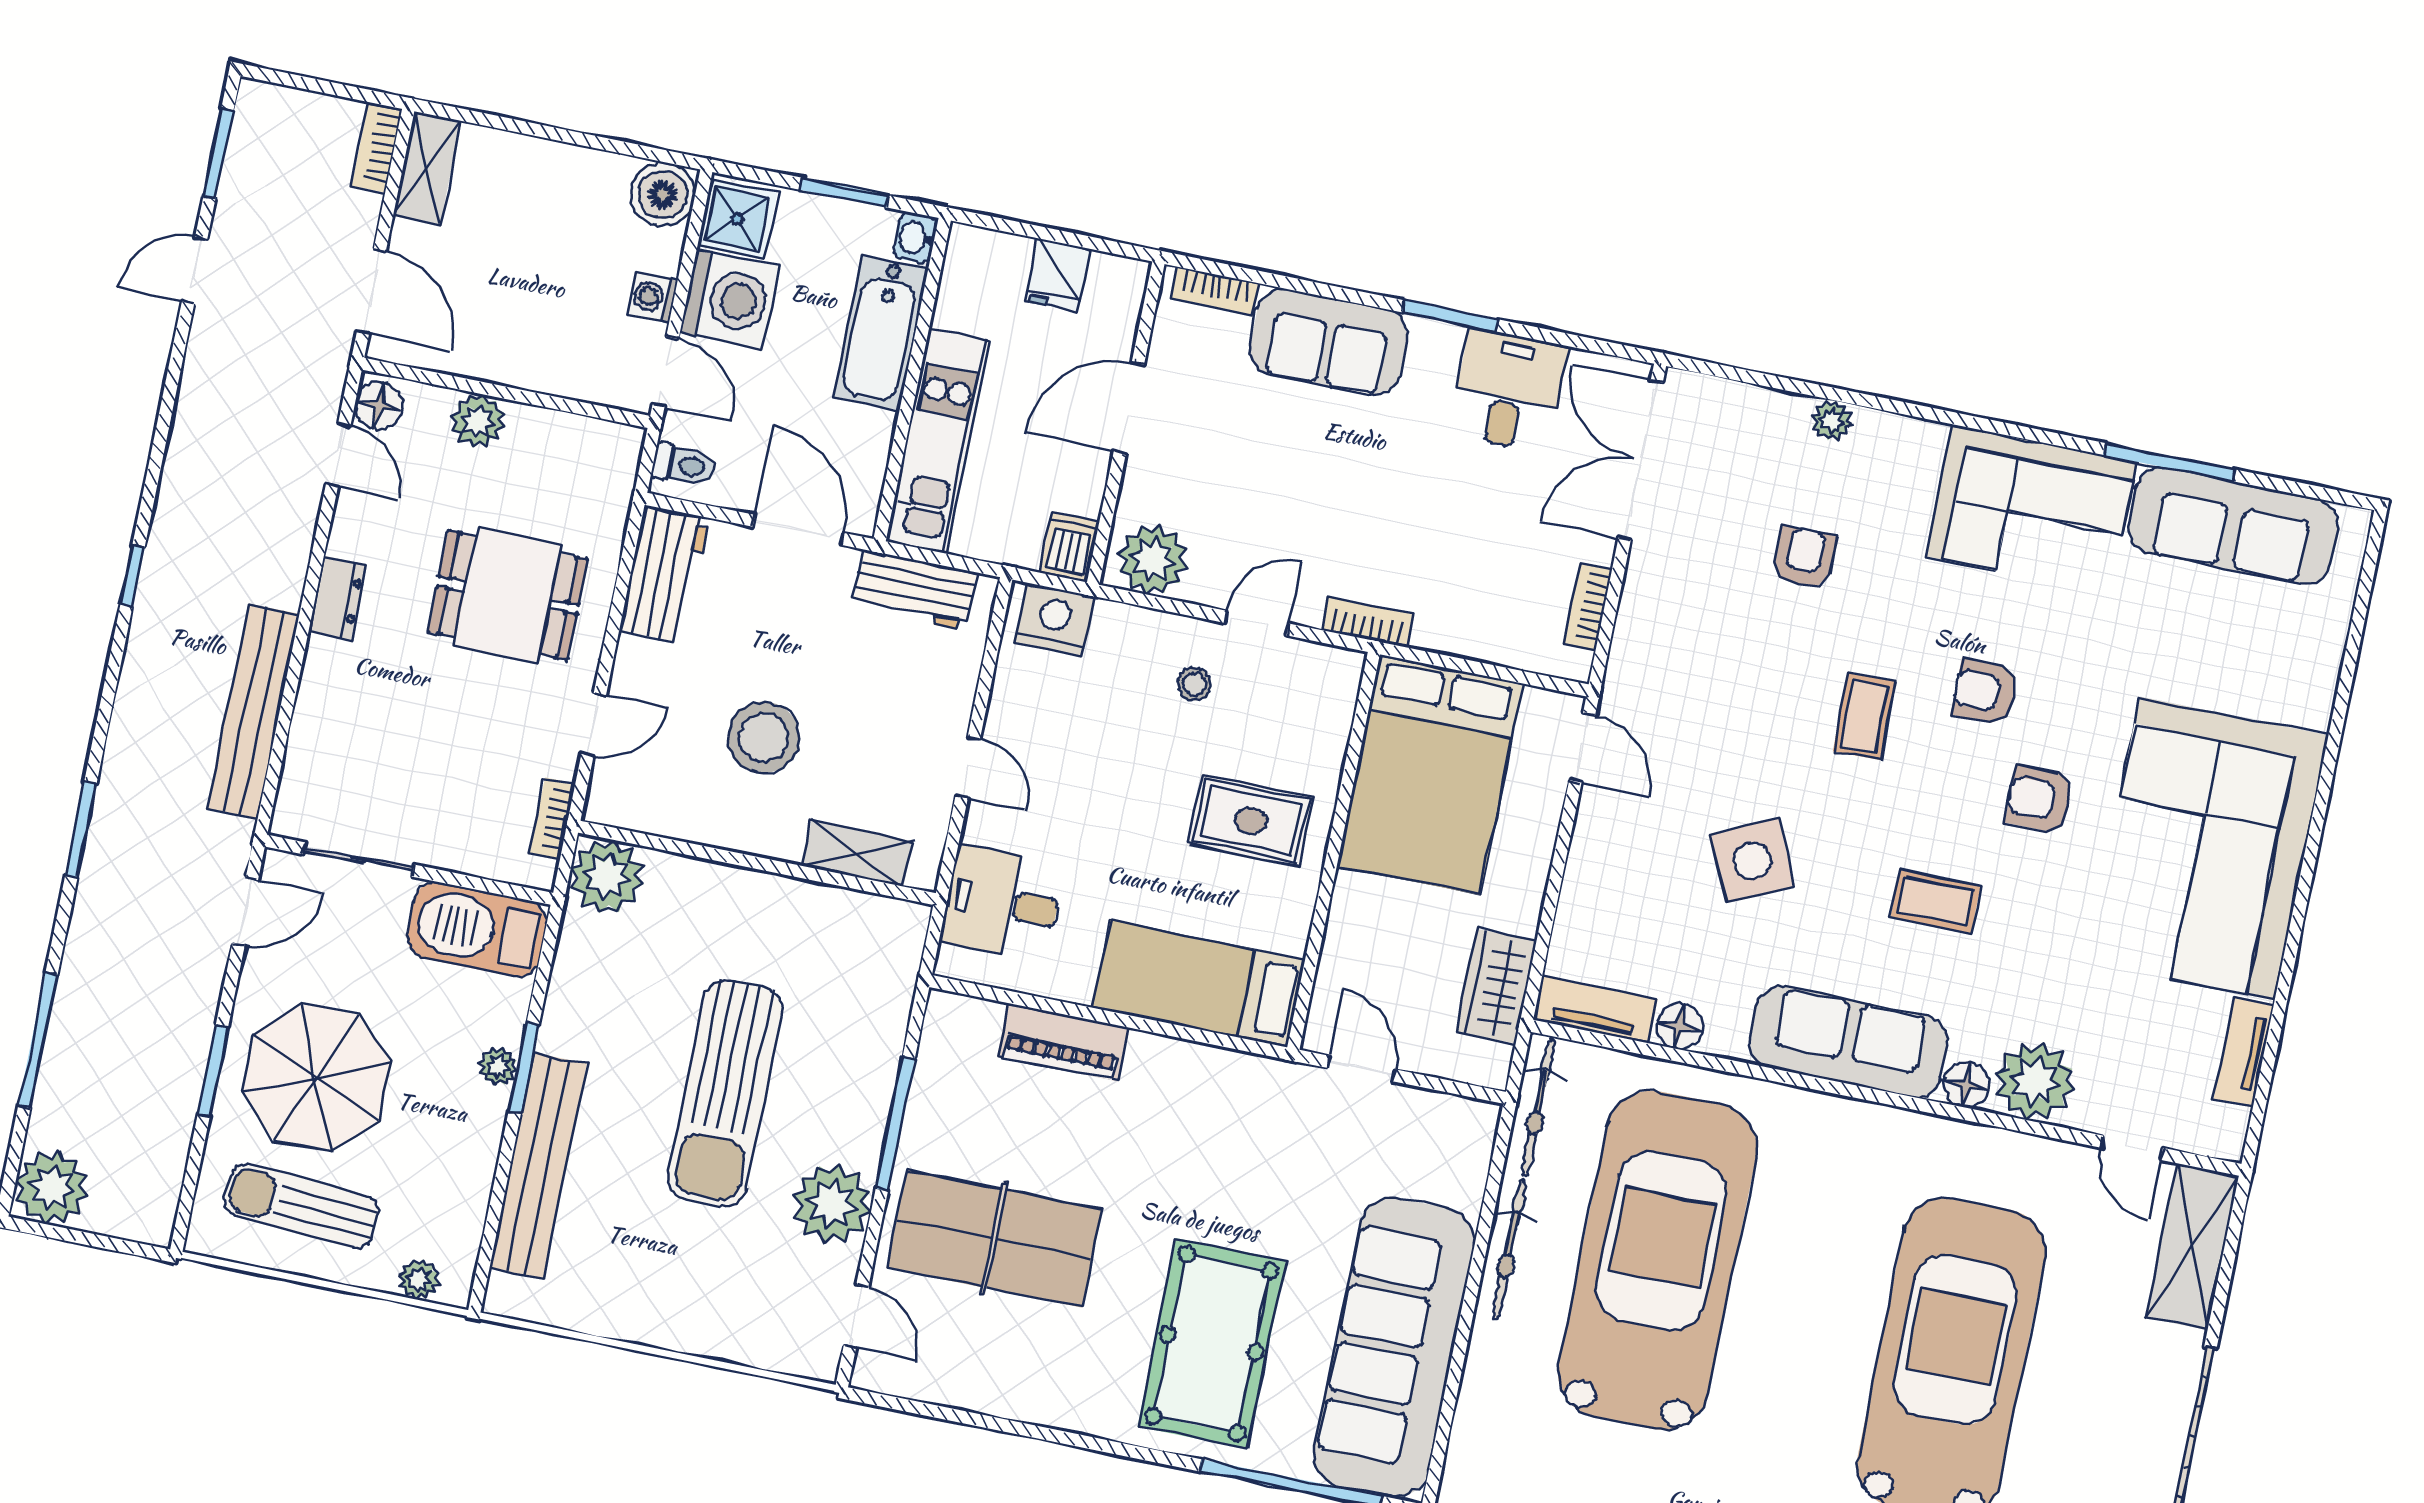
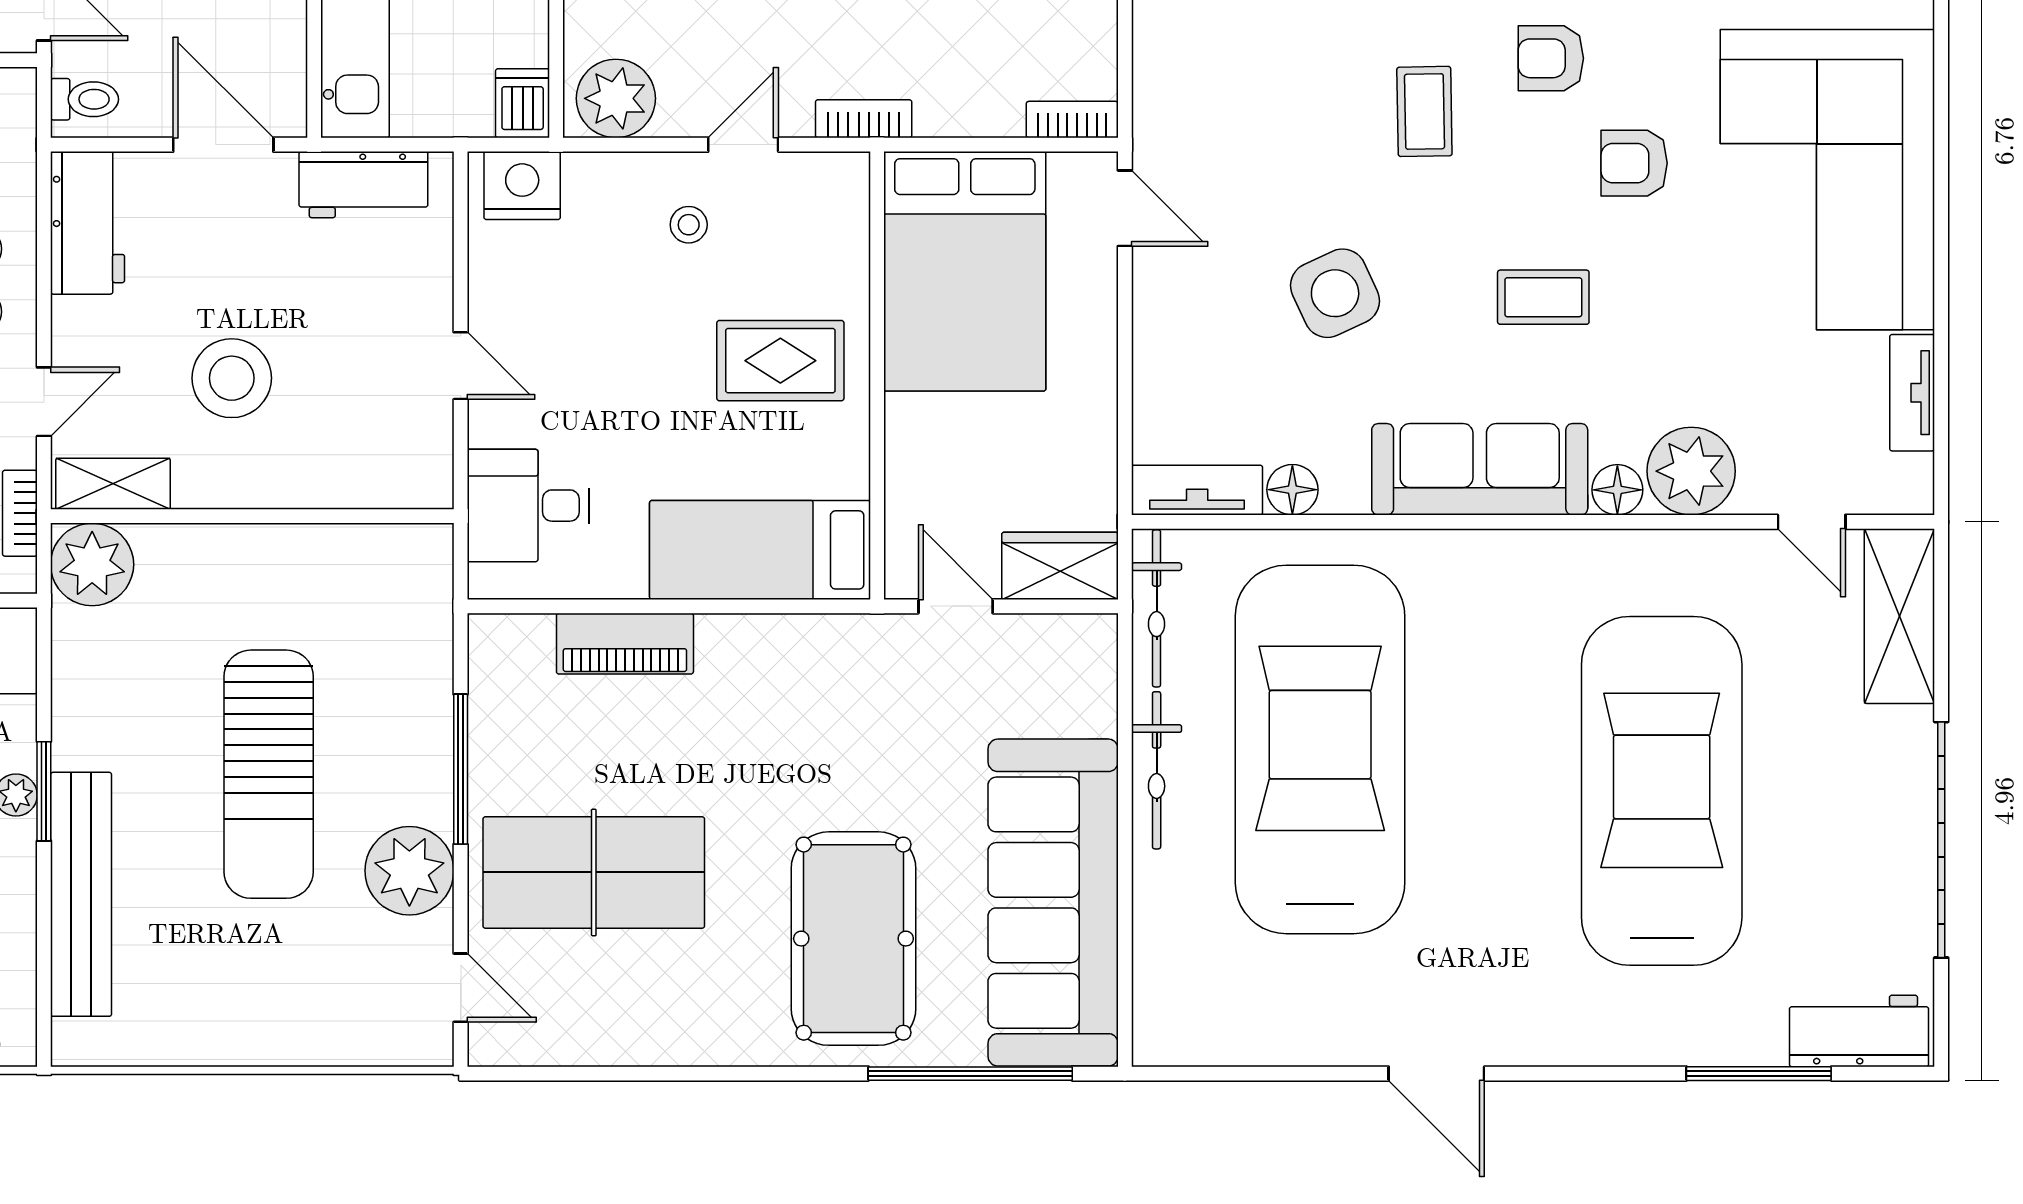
bookcase: (1588, 607) -> (1072, 120), moved, turned 90
shelving: (858, 854) -> (113, 484), moved
wardrobe: (1496, 986) -> (1060, 566), moved, turned 90

